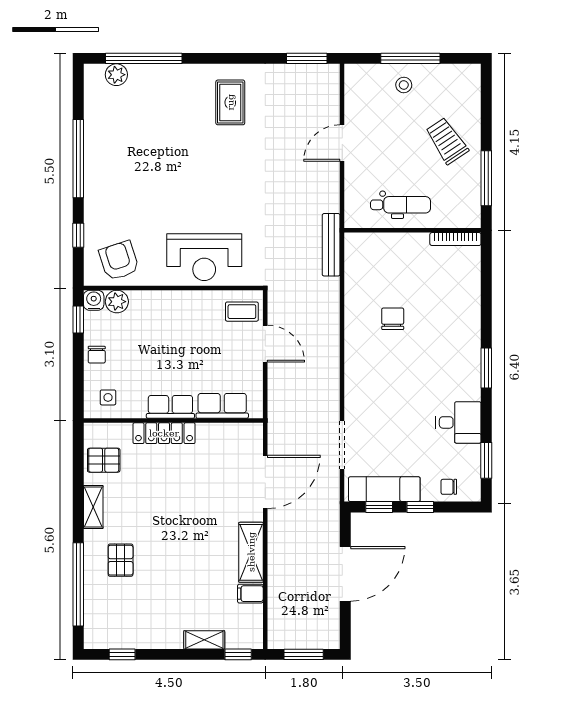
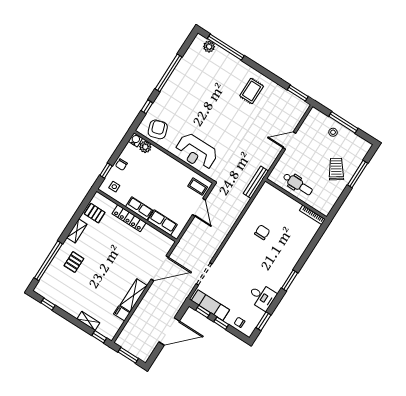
window: (486, 178) -> (358, 174), moved
window: (78, 320) -> (106, 171), moved

